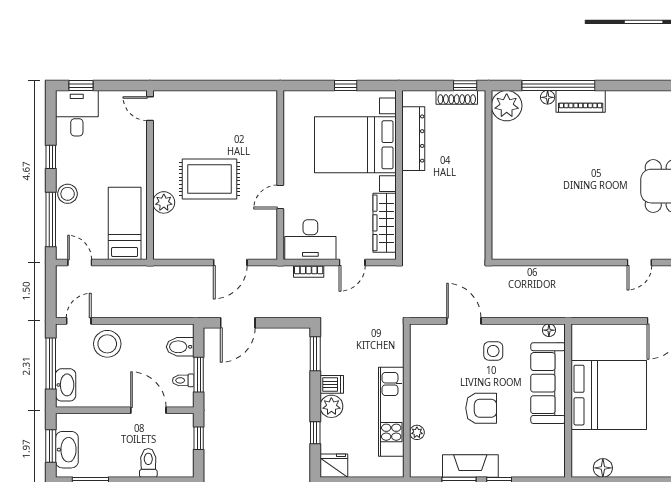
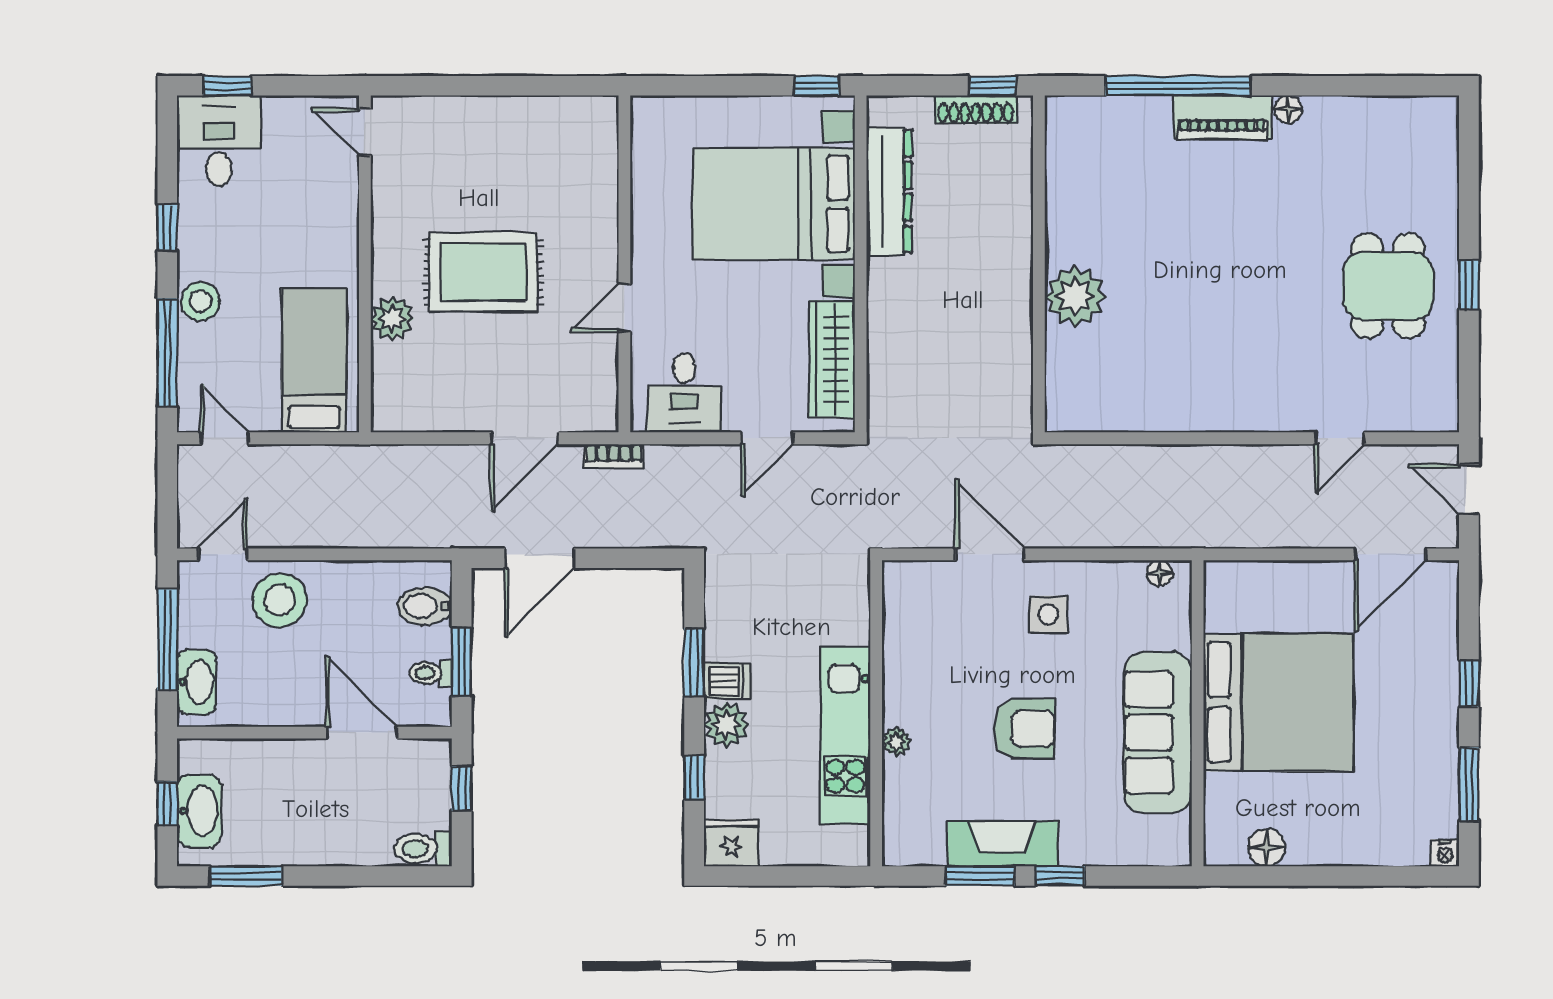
window: (346, 86) -> (817, 86), moved
floor lamp: (548, 97) -> (1288, 109), moved
plant: (507, 106) -> (1075, 296), moved
desk: (310, 240) -> (684, 393), width x0.73
bookcase: (309, 271) -> (614, 456), moved
window: (315, 354) -> (694, 663), moved
sofa: (548, 383) -> (1158, 733), moved
plant: (417, 432) -> (896, 742), moved
window: (51, 446) -> (167, 804), width x0.67
toilet: (148, 463) -> (423, 849), moved, turned -90

